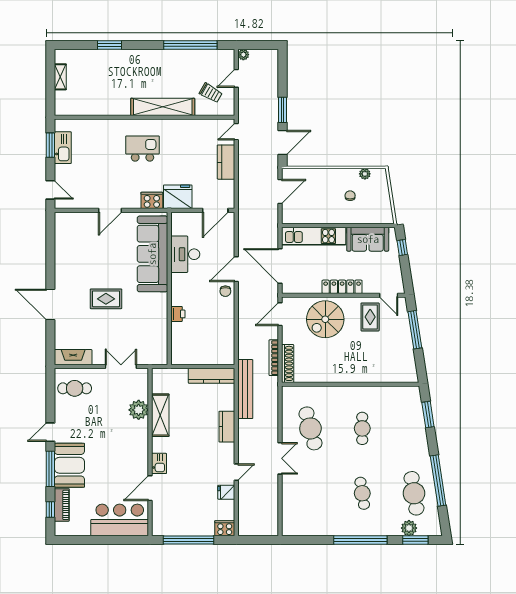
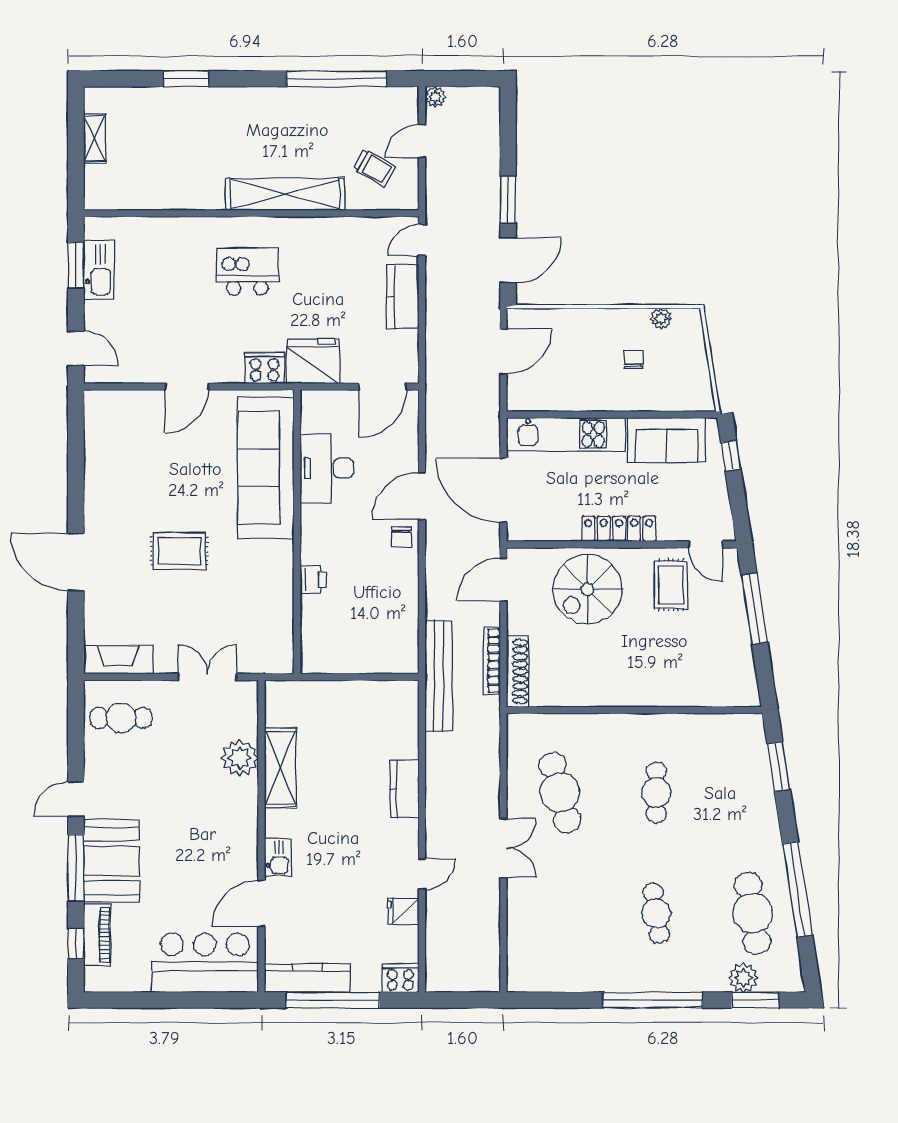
kitchen counter: (212, 376) -> (307, 978), moved, turned 180
bench: (245, 389) -> (439, 676), moved

